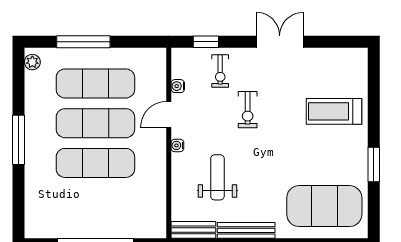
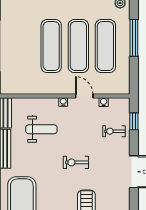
exercise bike: (248, 110) -> (76, 162), moved

